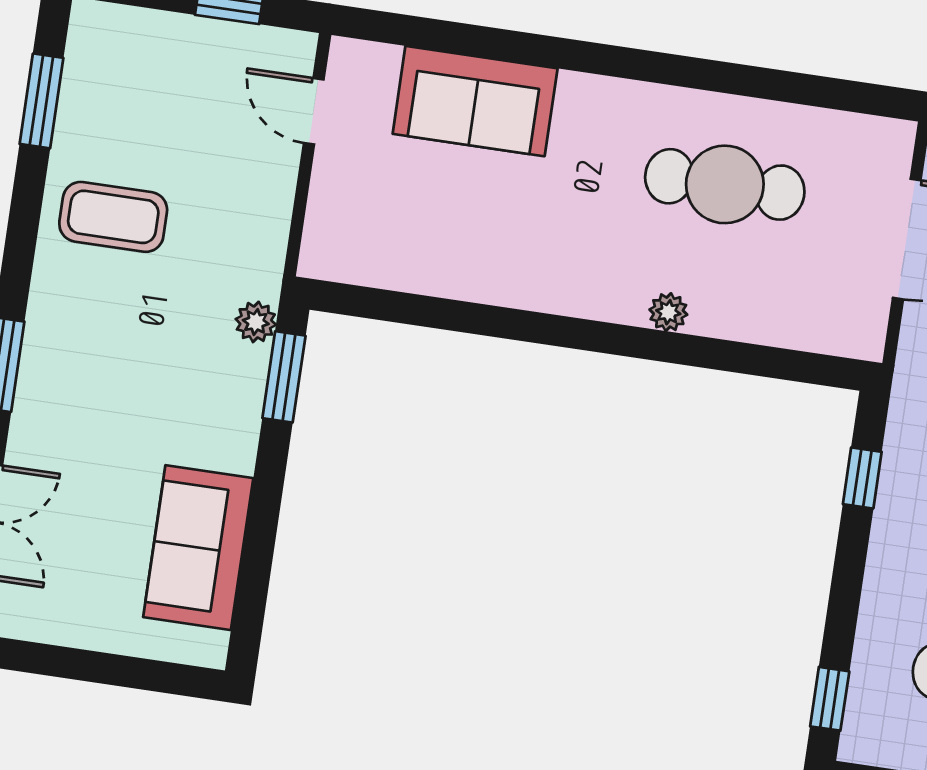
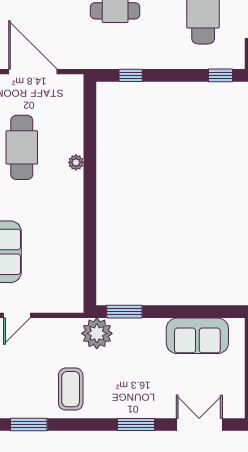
plant: (256, 322) -> (97, 333), width x1.88, depth x1.88

